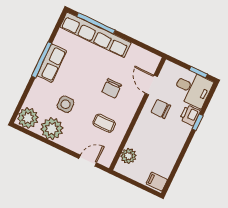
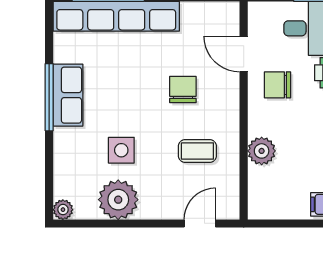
chair: (112, 88) -> (183, 89), turned 180
plant: (28, 118) -> (63, 210), width x0.53, depth x0.53
plant: (129, 156) -> (262, 151), moved

